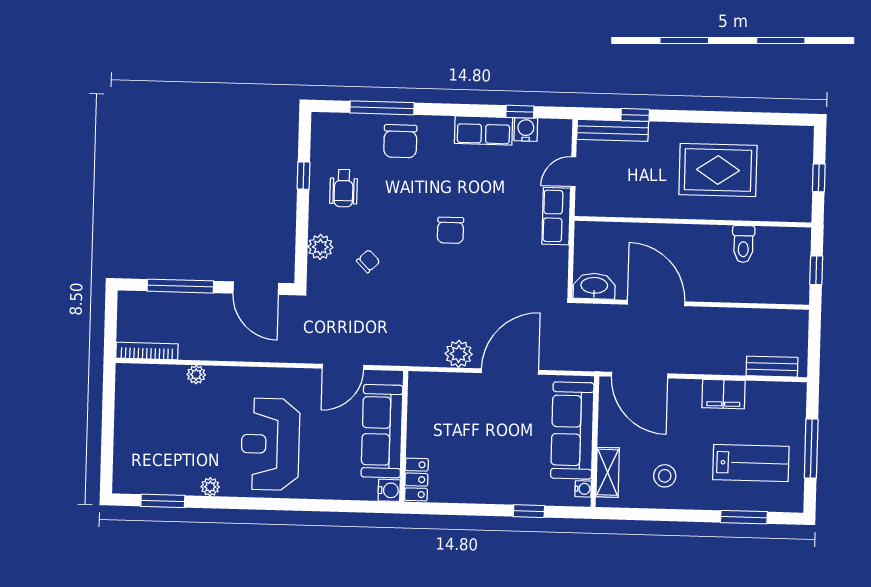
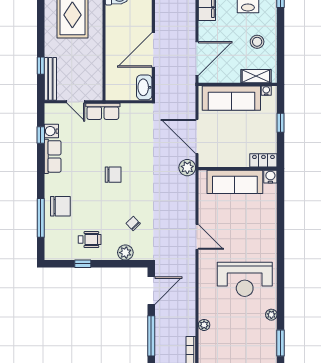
sofa: (382, 431) -> (235, 182), moved
wall: (404, 436) -> (238, 169), moved
locker: (416, 480) -> (263, 160), moved
water cooler: (389, 490) -> (270, 177), moved

